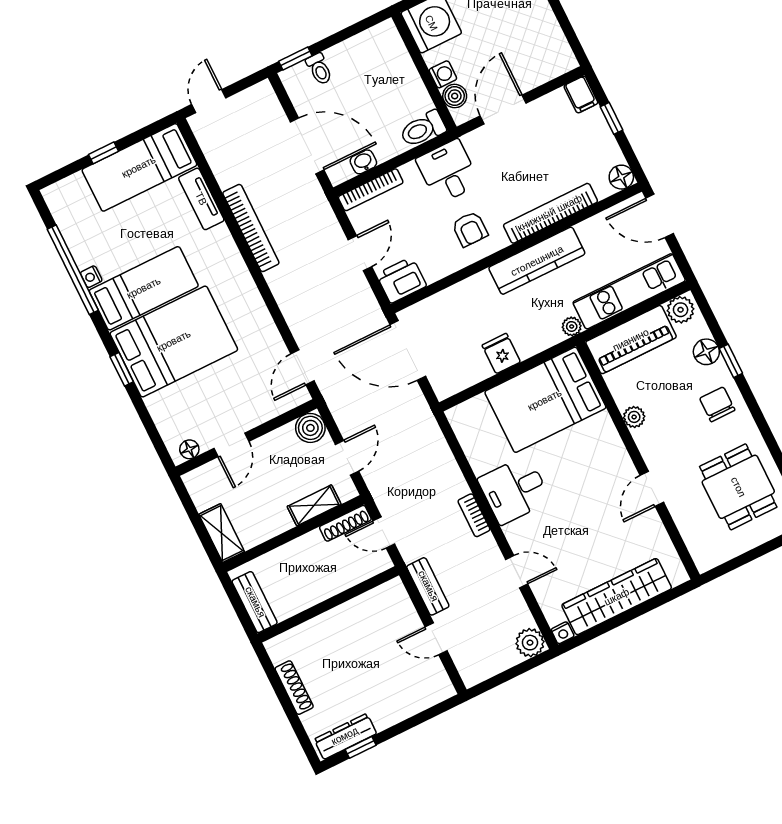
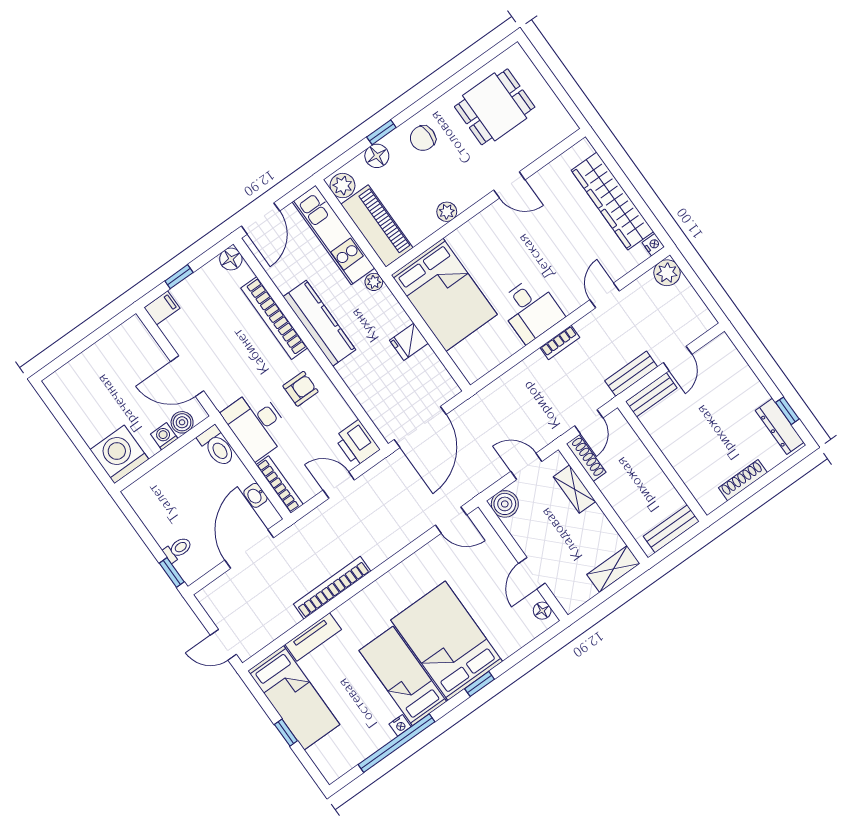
desk: (448, 172) -> (256, 424), width x1.37
door: (231, 445) -> (532, 573), swing flipped
bench: (402, 604) -> (651, 395), added

